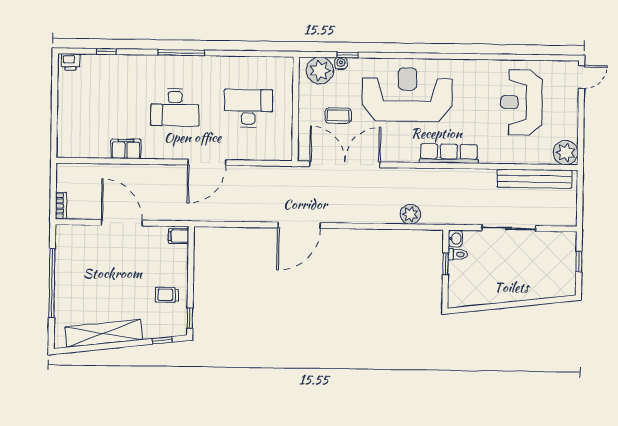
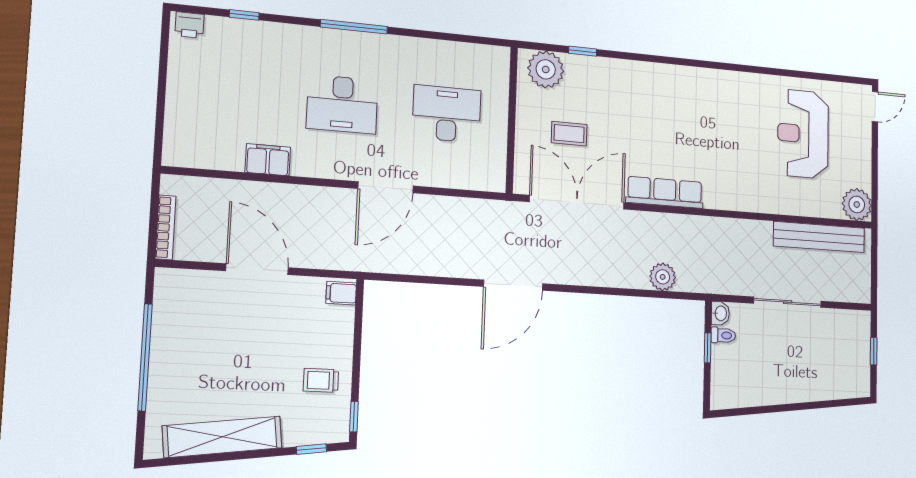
water cooler: (341, 63) -> (574, 62), removed
reception desk: (407, 95) -> (660, 112), removed
row of seats: (449, 154) -> (665, 192), moved
bookcase: (61, 206) -> (166, 227), width x1.56

